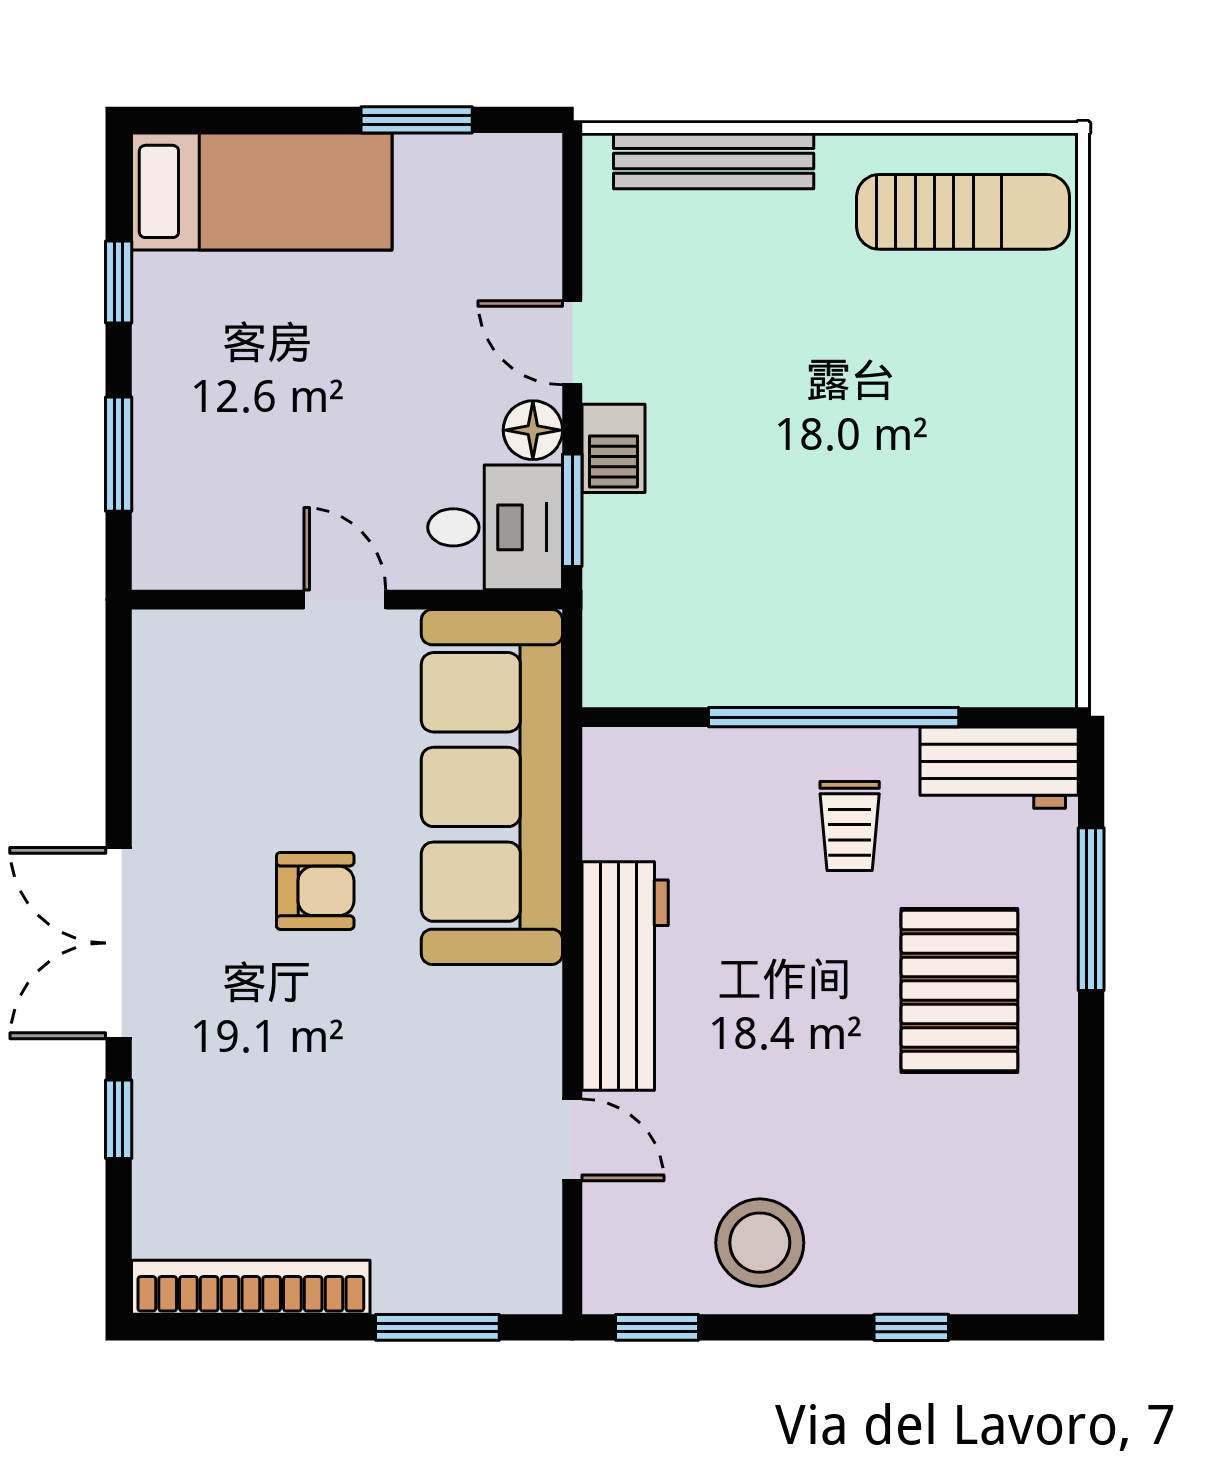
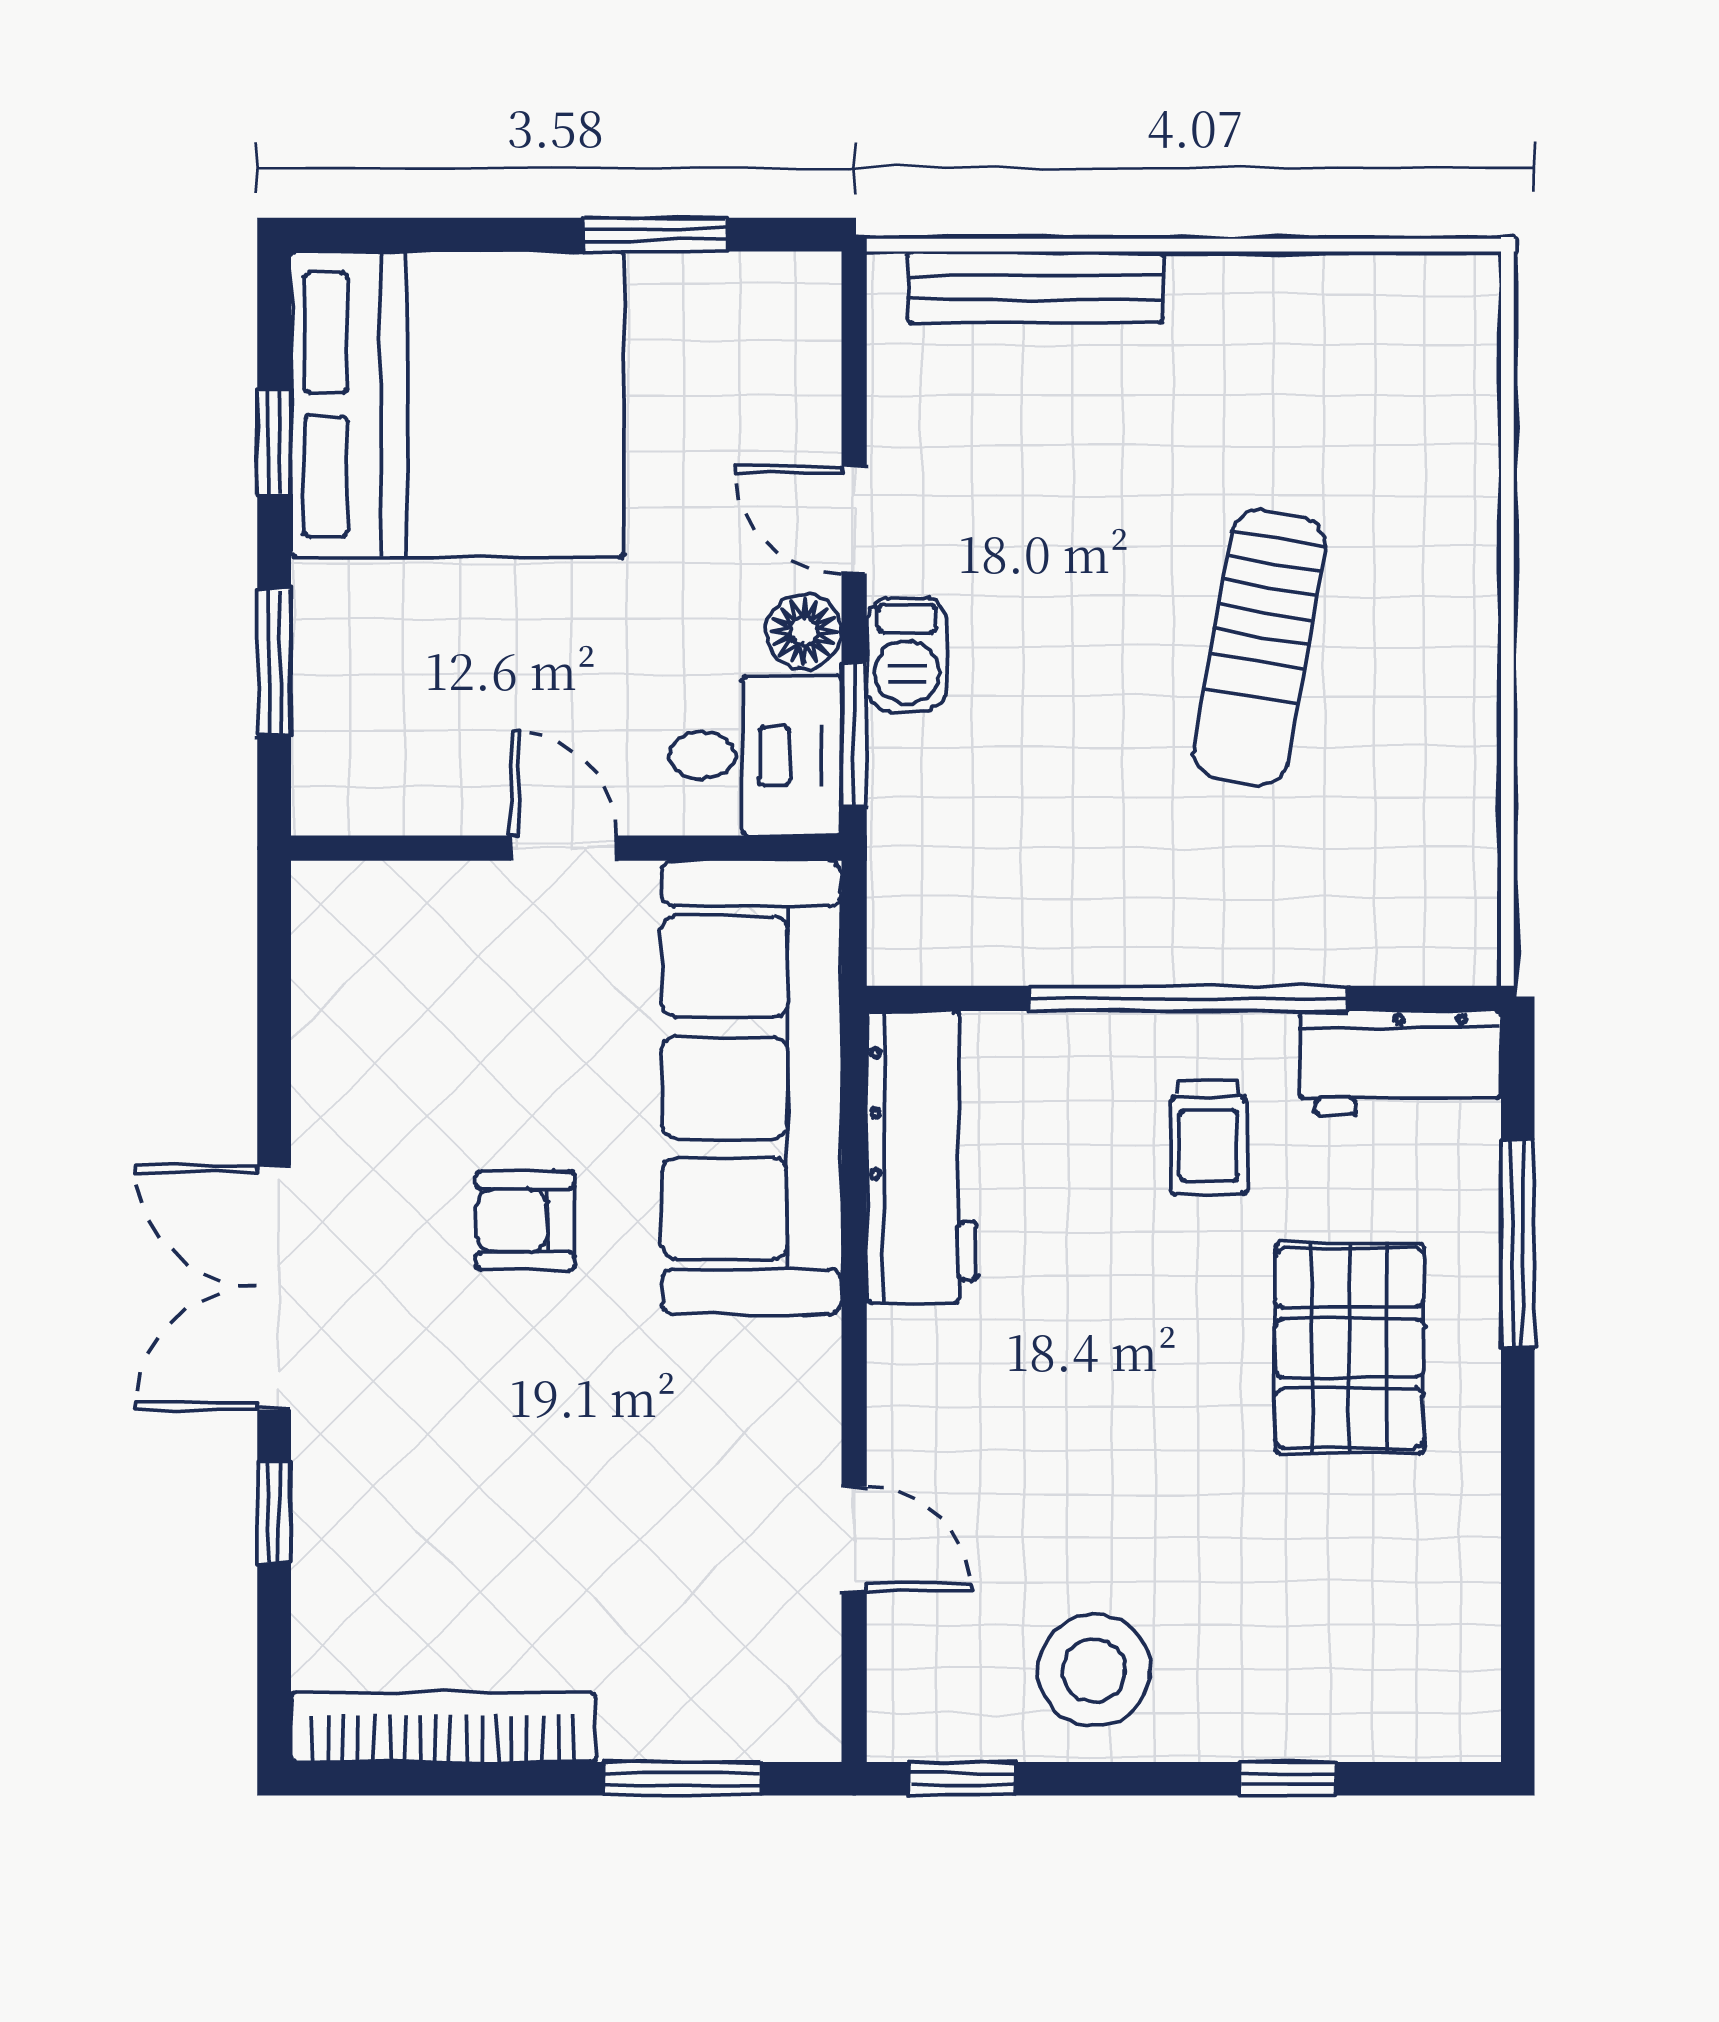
bed: (262, 191) -> (457, 404), width x2.04
sun lounger: (963, 212) -> (1259, 648), moved, turned 100
armchair: (315, 891) -> (525, 1221), turned 180
workbench: (625, 976) -> (922, 1157), moved

